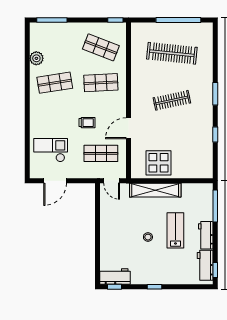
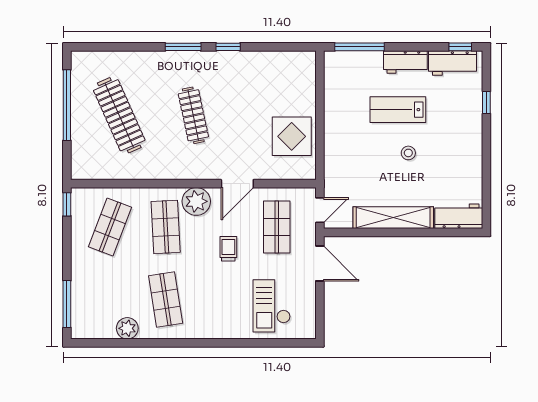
clothes rail: (172, 53) -> (119, 115), turned -30
plant: (117, 102) -> (196, 201), added
door: (128, 128) -> (237, 184), hinge flipped
window: (215, 134) -> (228, 47), moved
door: (55, 181) -> (320, 263), moved
shelving: (155, 190) -> (393, 218), moved, turned 90
workbench: (115, 276) -> (459, 216), moved, turned 90
window: (115, 287) -> (486, 205), removed
window: (155, 287) -> (486, 102), moved

